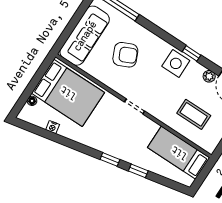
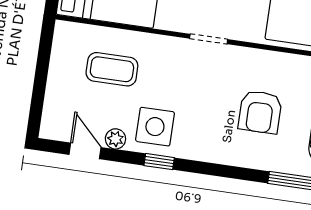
armchair: (125, 55) -> (260, 112), turned -66
side table: (176, 63) -> (155, 127), moved

